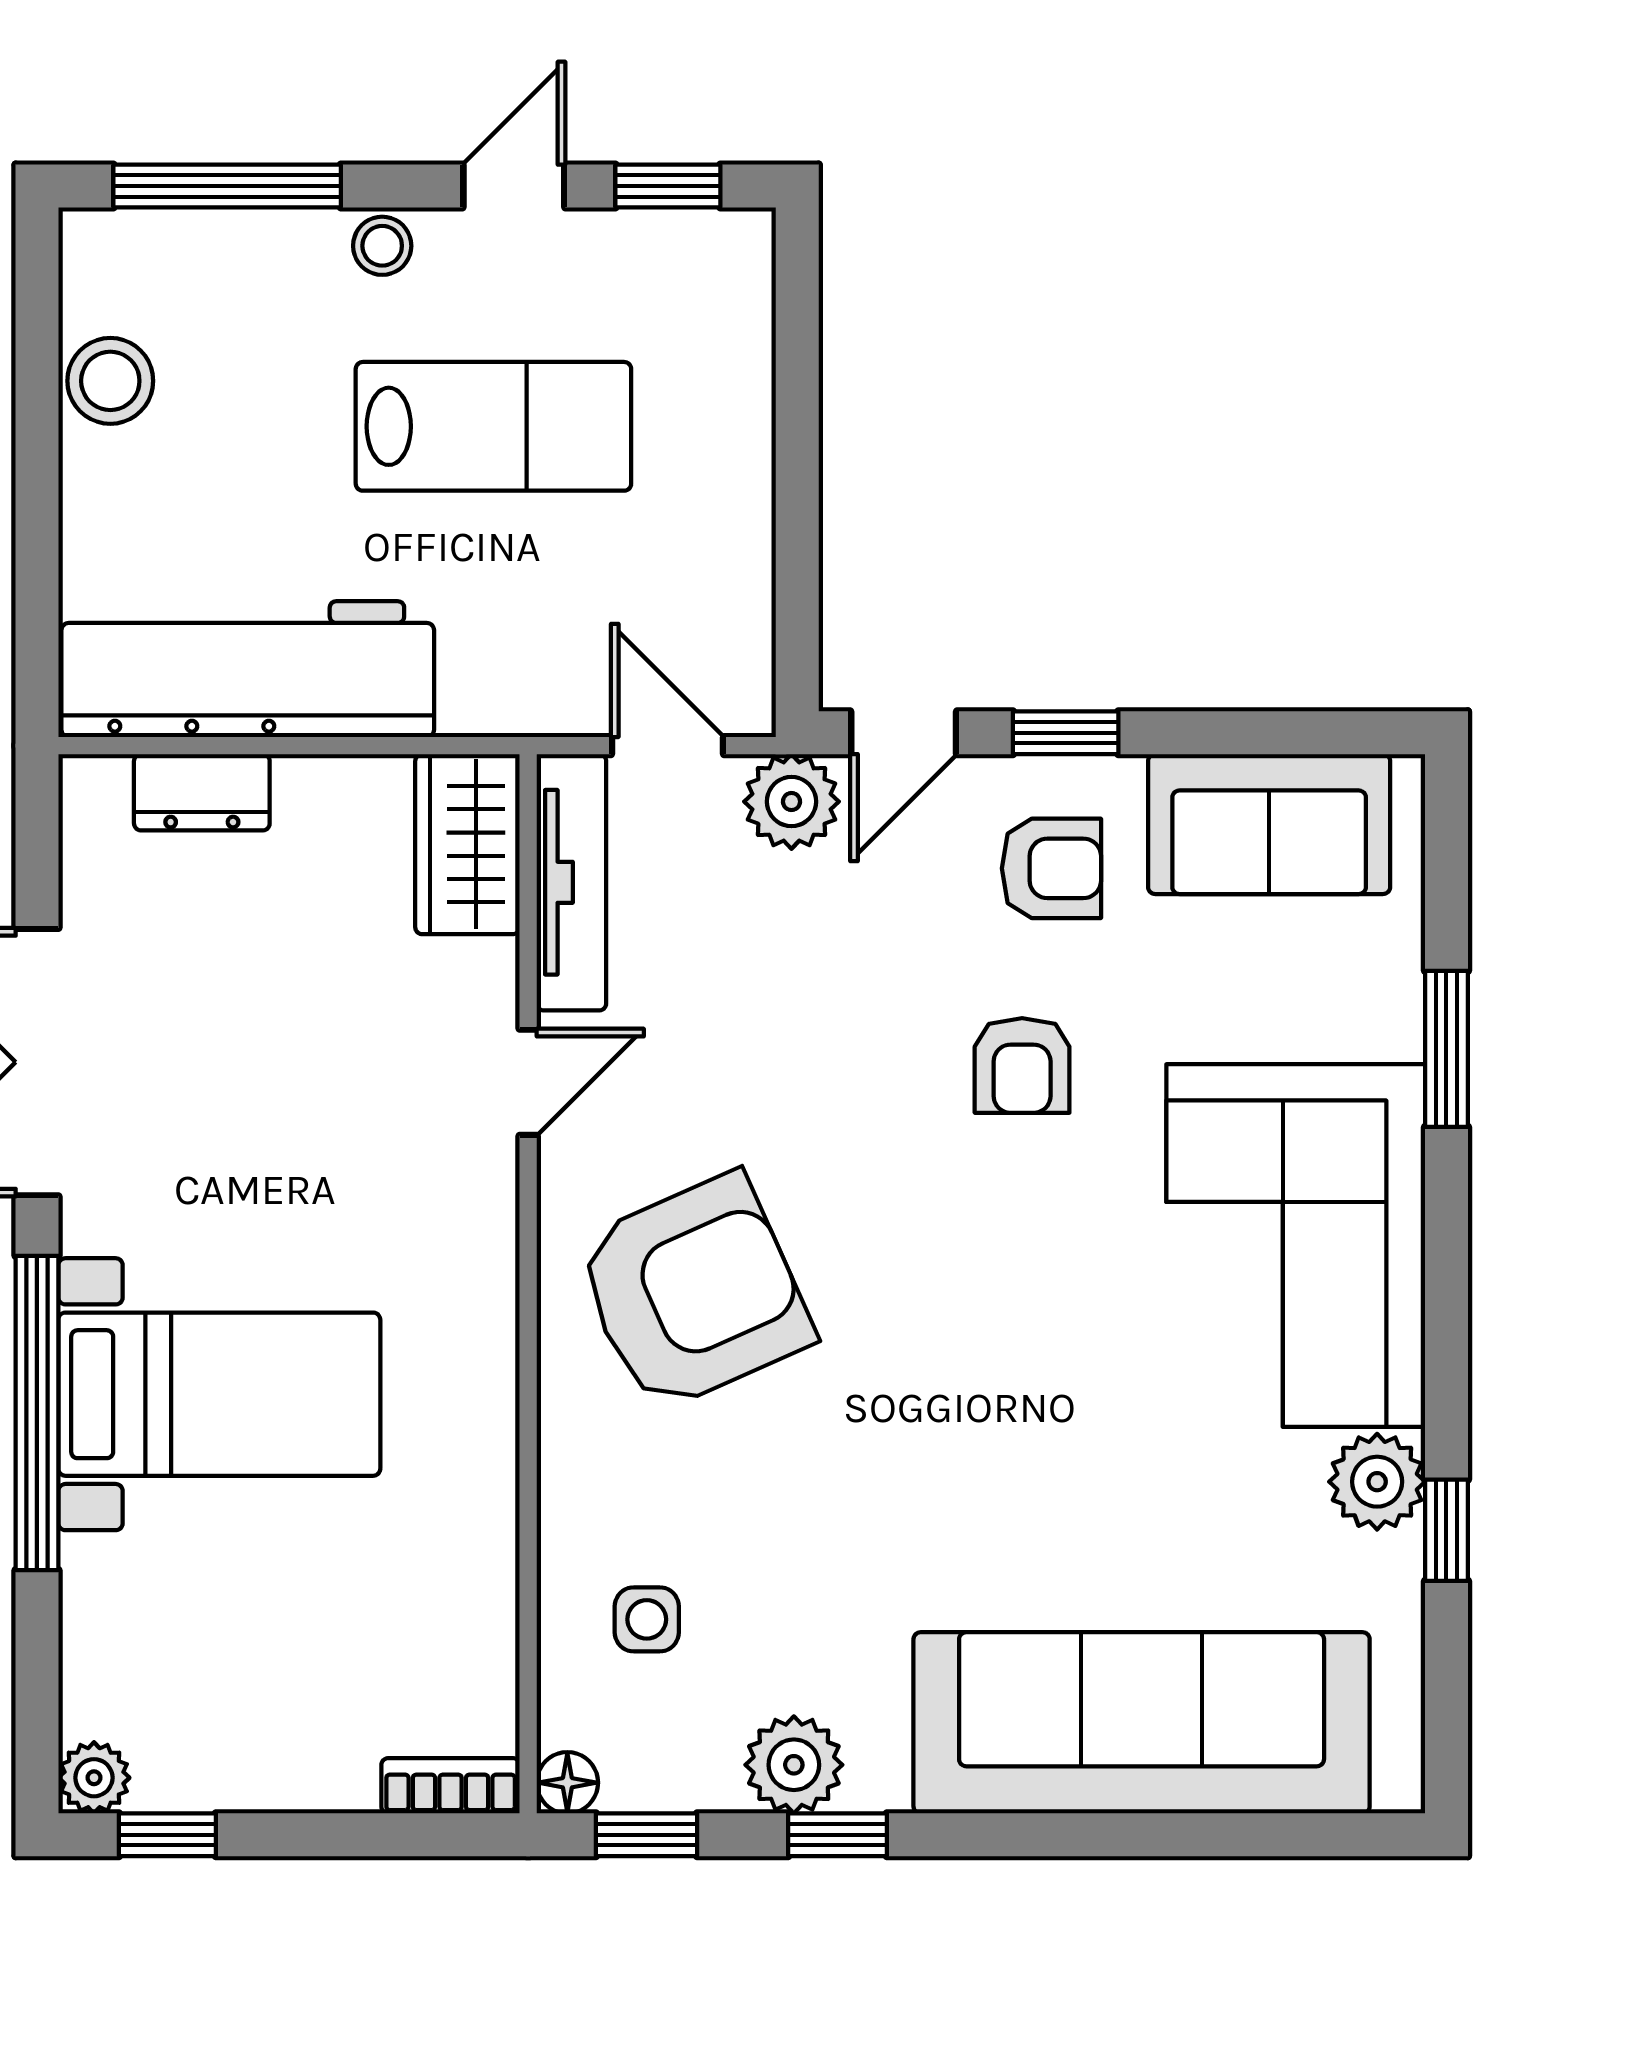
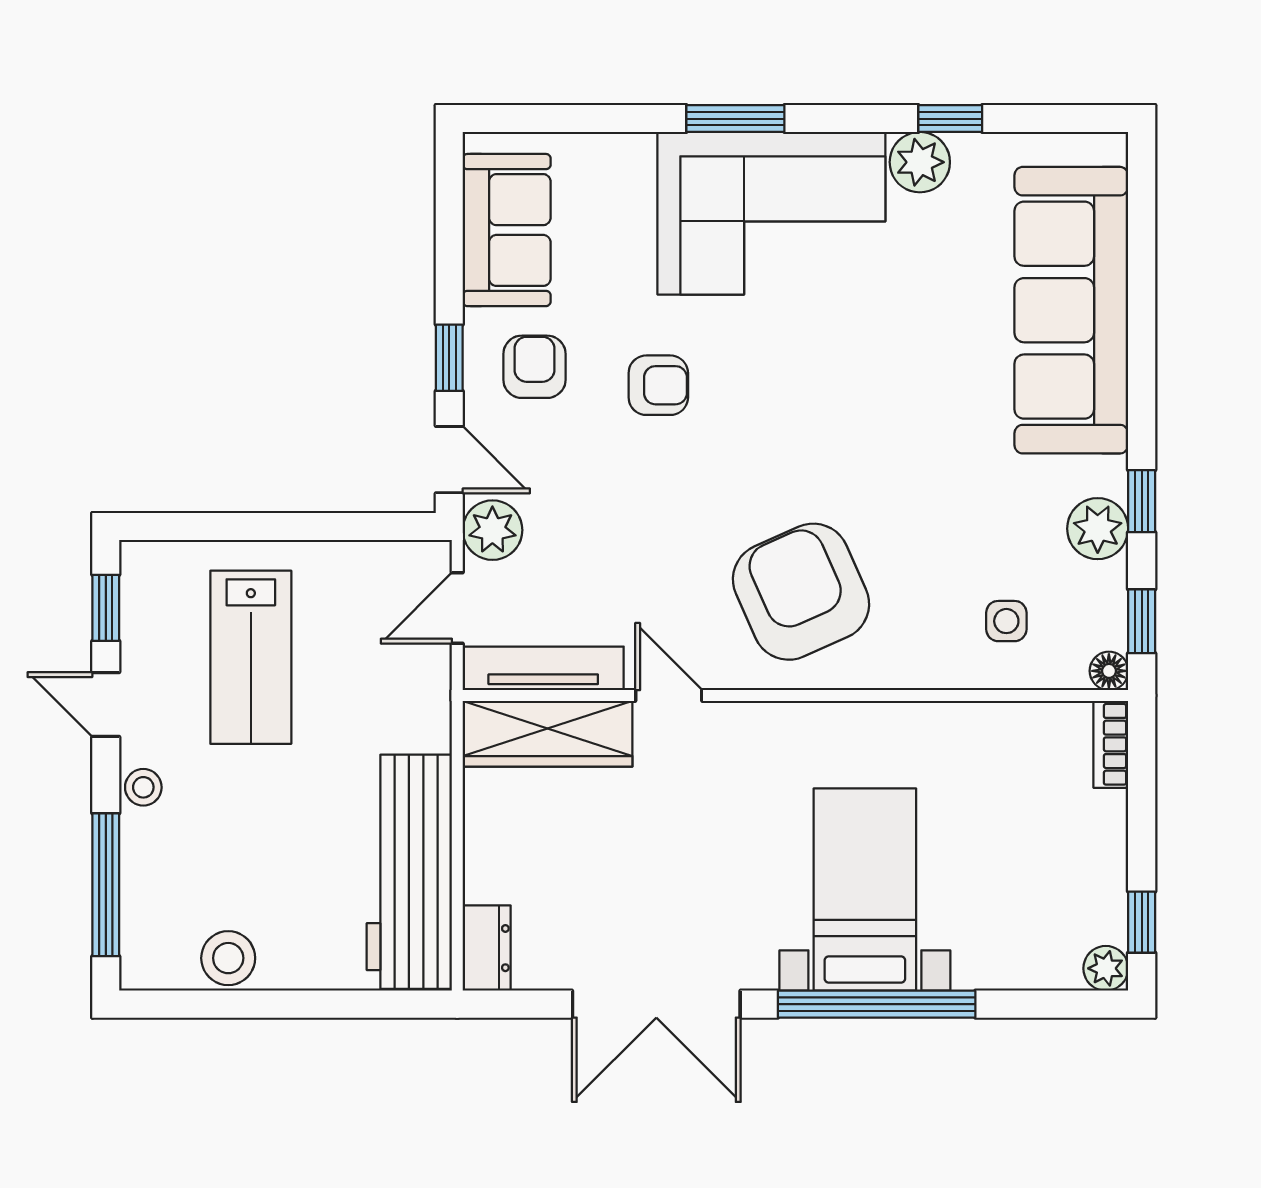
lab bench: (493, 426) -> (251, 657), moved, turned 180
dresser: (202, 792) -> (487, 948), moved
wardrobe: (467, 844) -> (548, 734), width x1.50
window: (1446, 1049) -> (735, 119), moved

